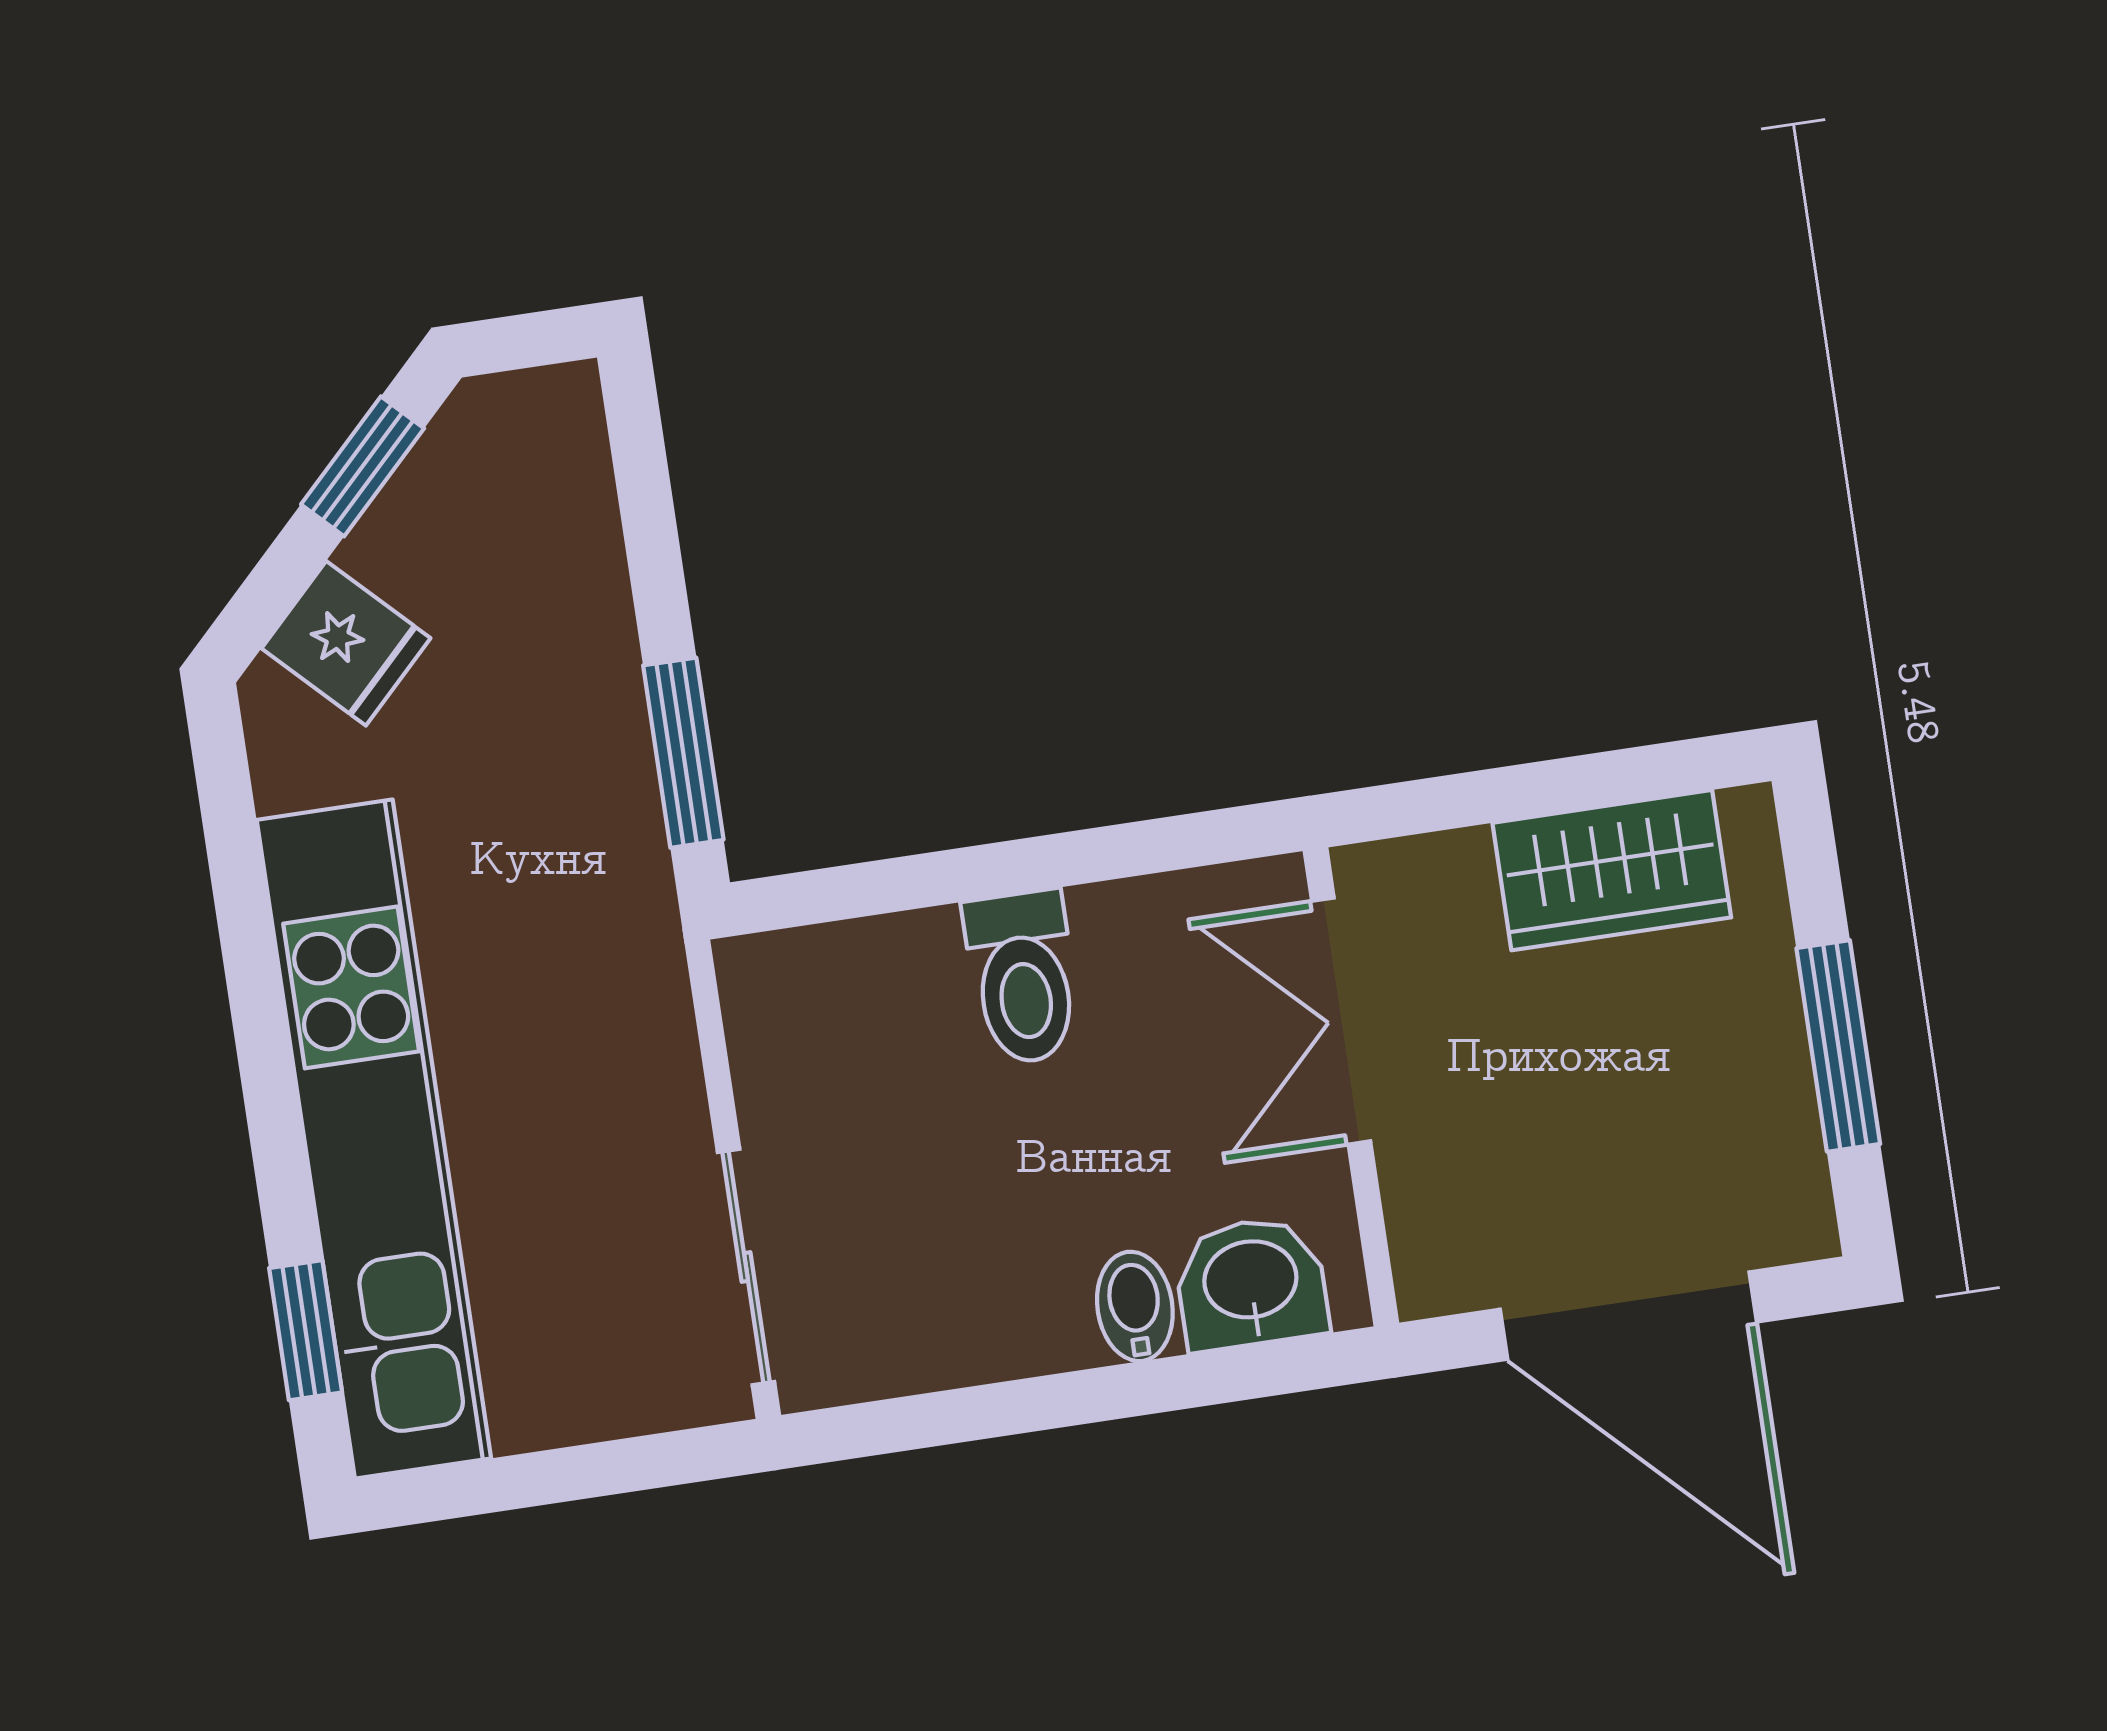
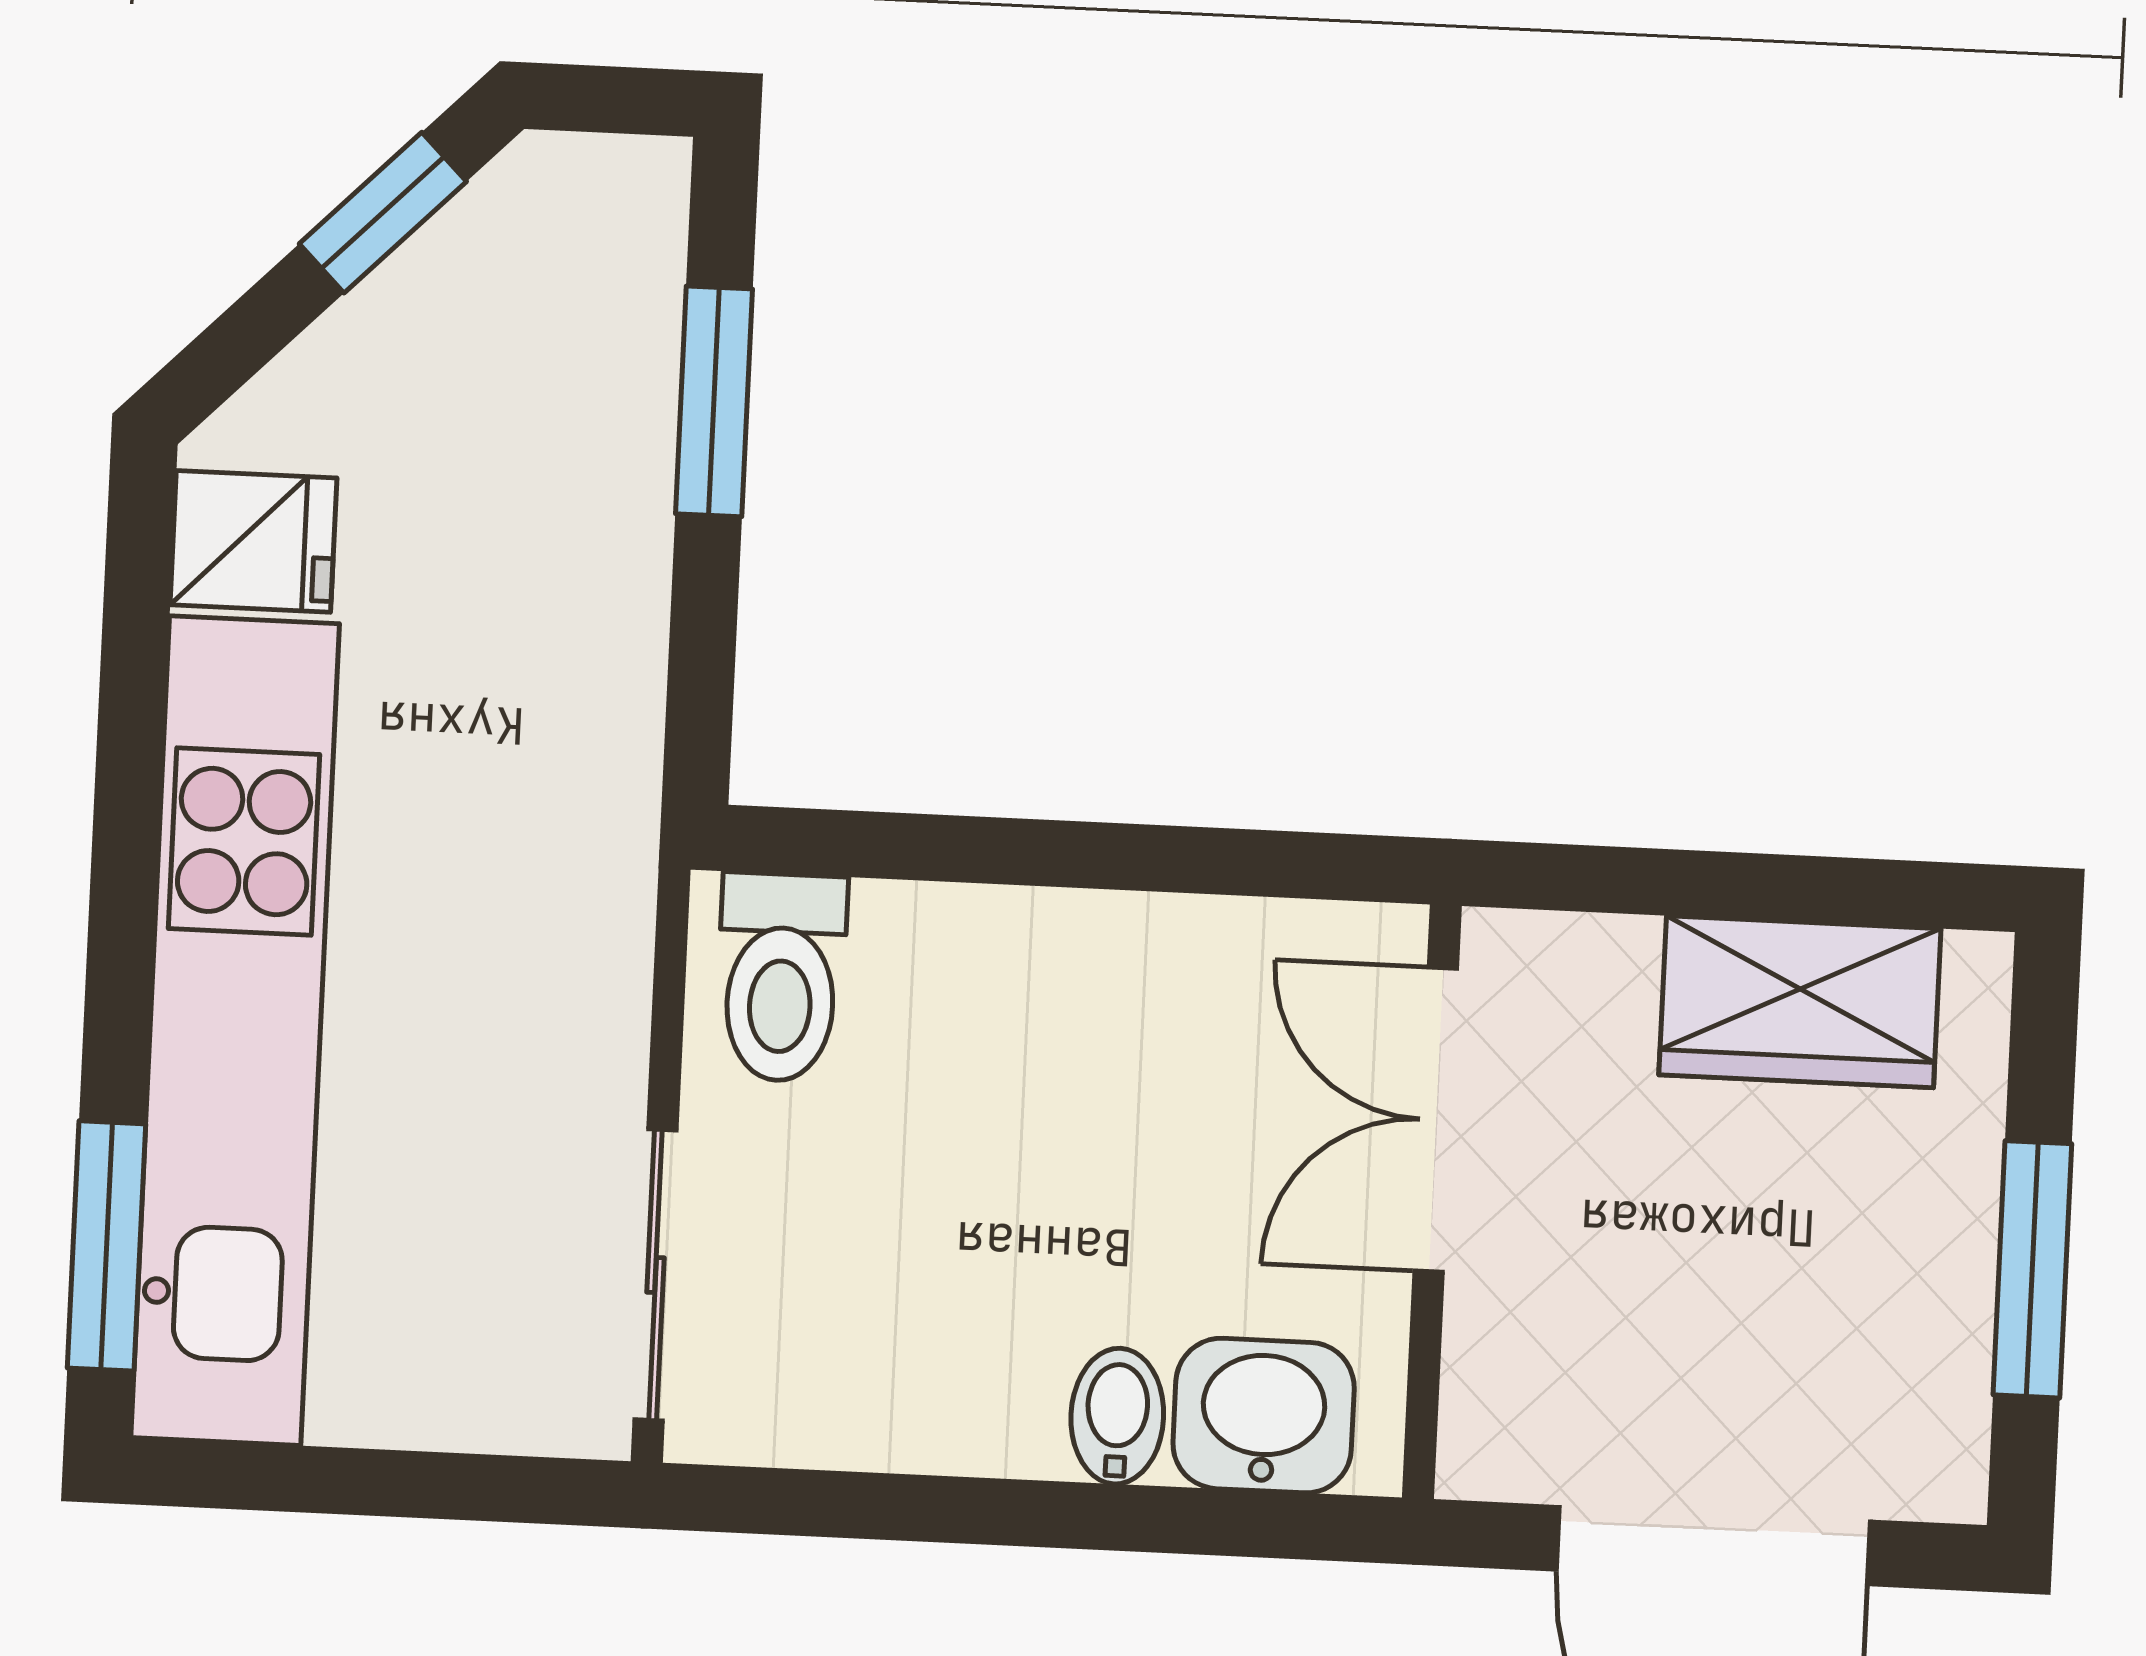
fridge: (346, 643) -> (253, 541), moved, turned -45
window: (683, 753) -> (714, 401), moved
toilet: (1023, 977) -> (781, 977), moved
window: (306, 1330) -> (107, 1246), width x1.50

